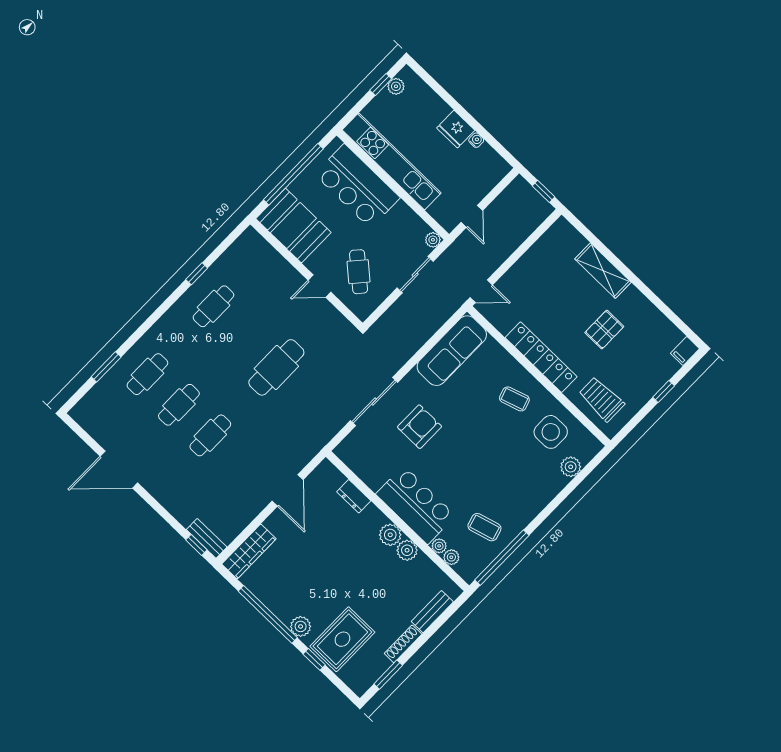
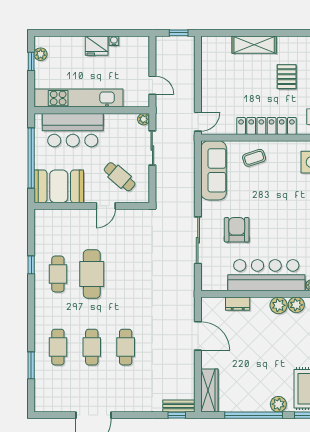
cafe table: (276, 367) -> (92, 274), moved
coffee table: (514, 399) -> (254, 158), moved
bar counter: (416, 505) -> (266, 275), width x1.36

